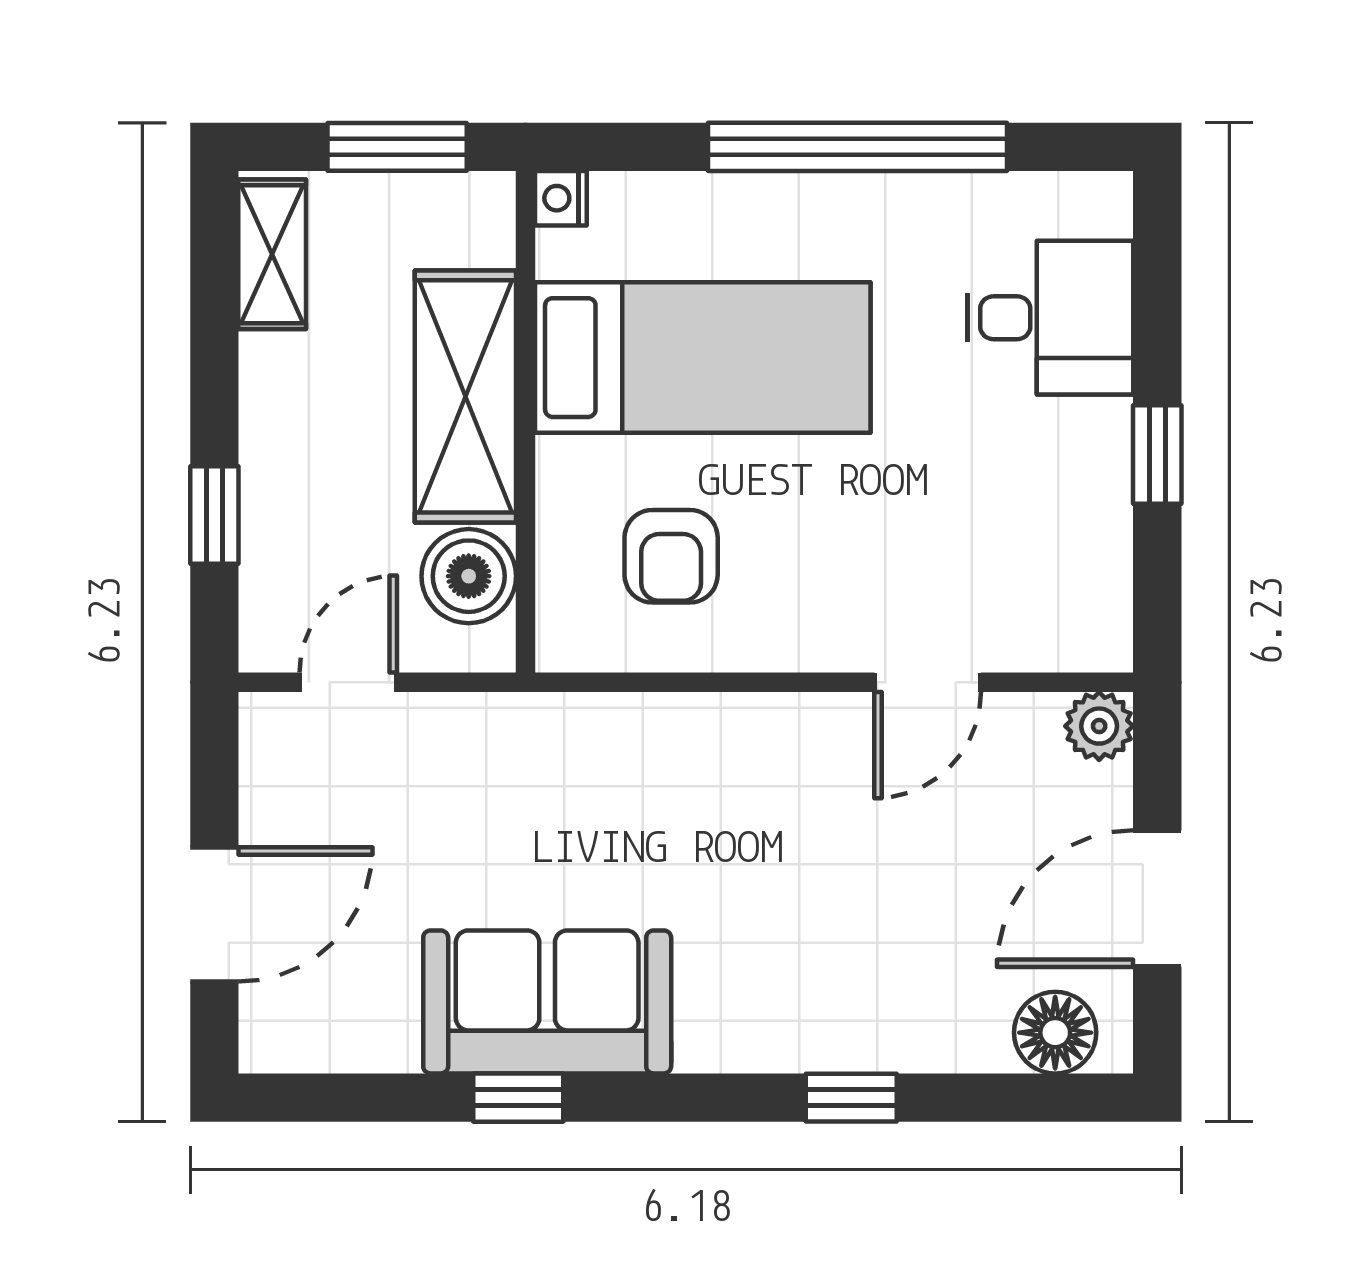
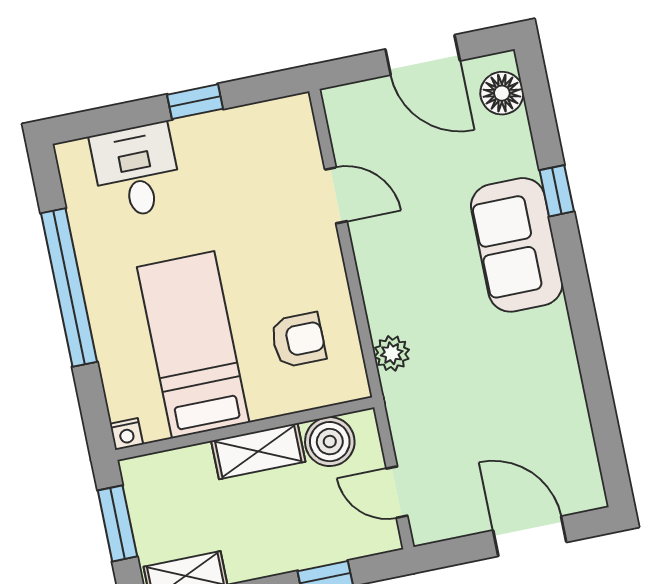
shelving: (465, 396) -> (258, 451), width x0.67, depth x0.75
plant: (1099, 726) -> (392, 353), moved
sofa: (547, 1002) -> (517, 245), moved
window: (518, 1098) -> (592, 361), removed

